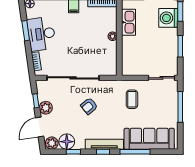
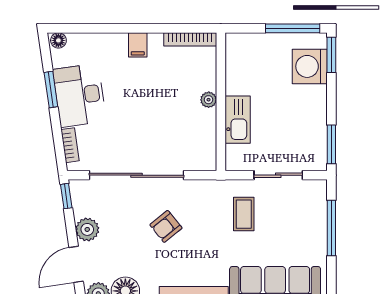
kitchen sink: (129, 22) -> (238, 120), moved
window: (180, 46) -> (331, 144), moved
sliding door: (162, 78) -> (278, 175), moved
window: (36, 101) -> (66, 196), moved

